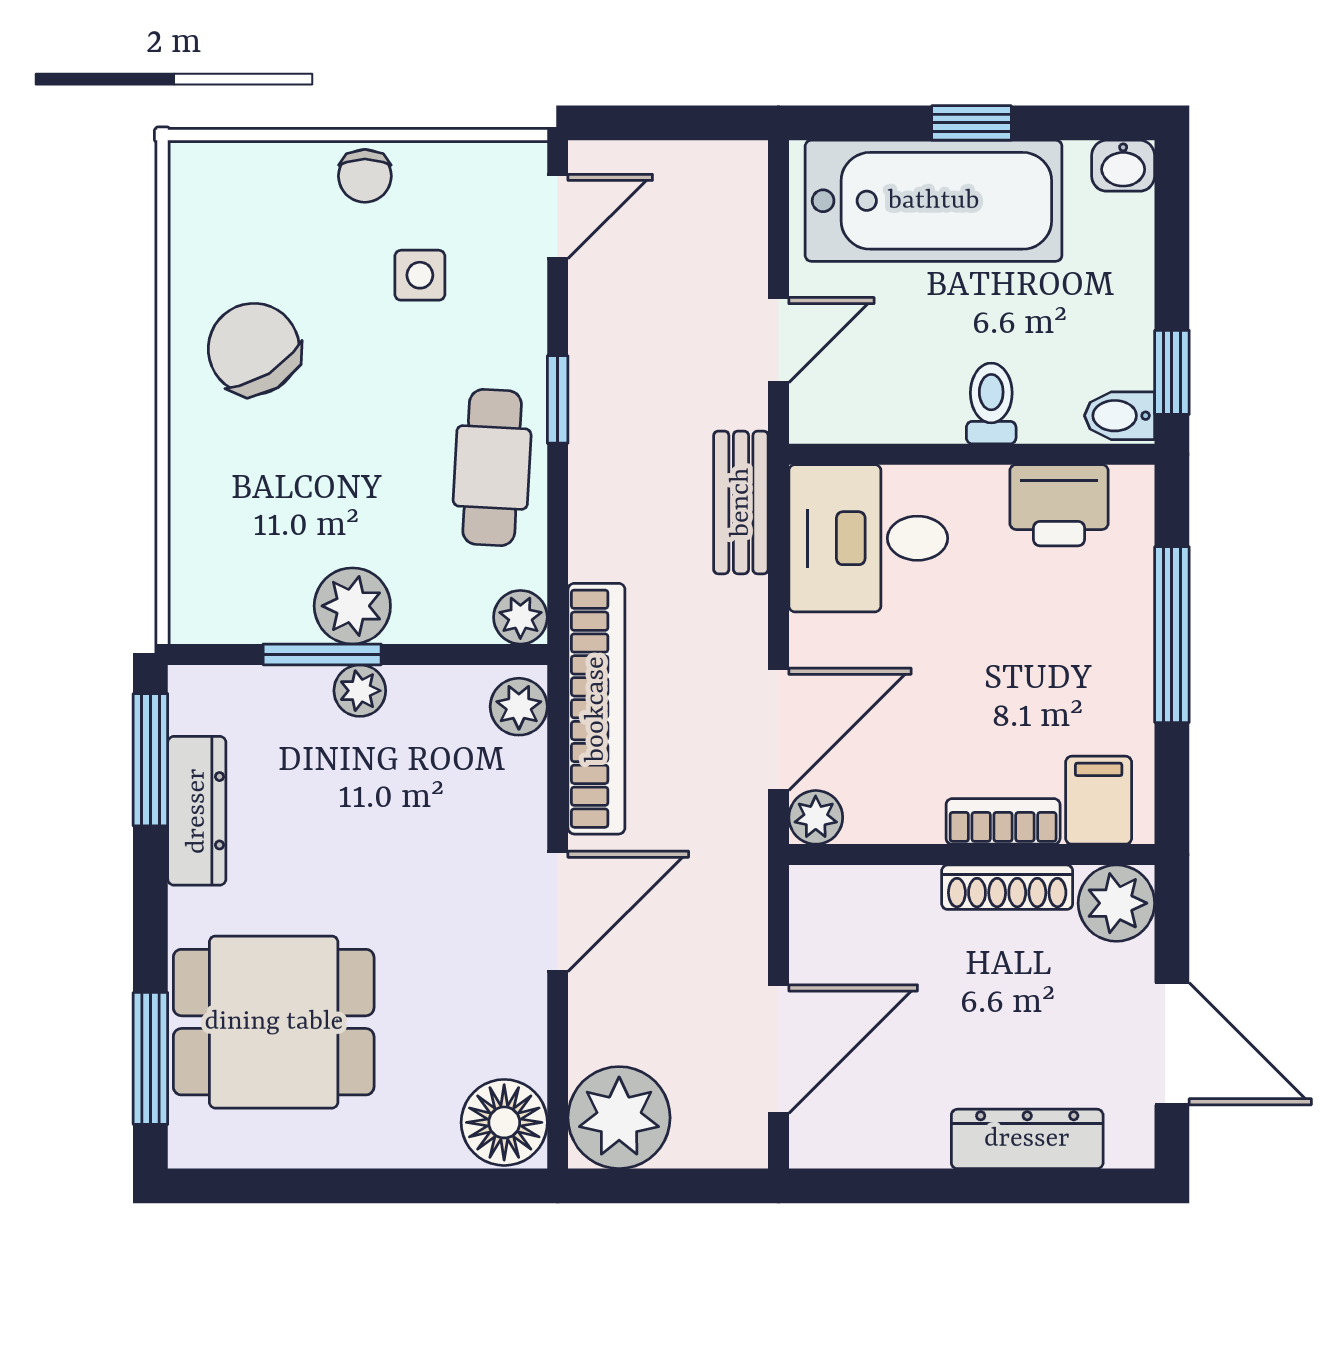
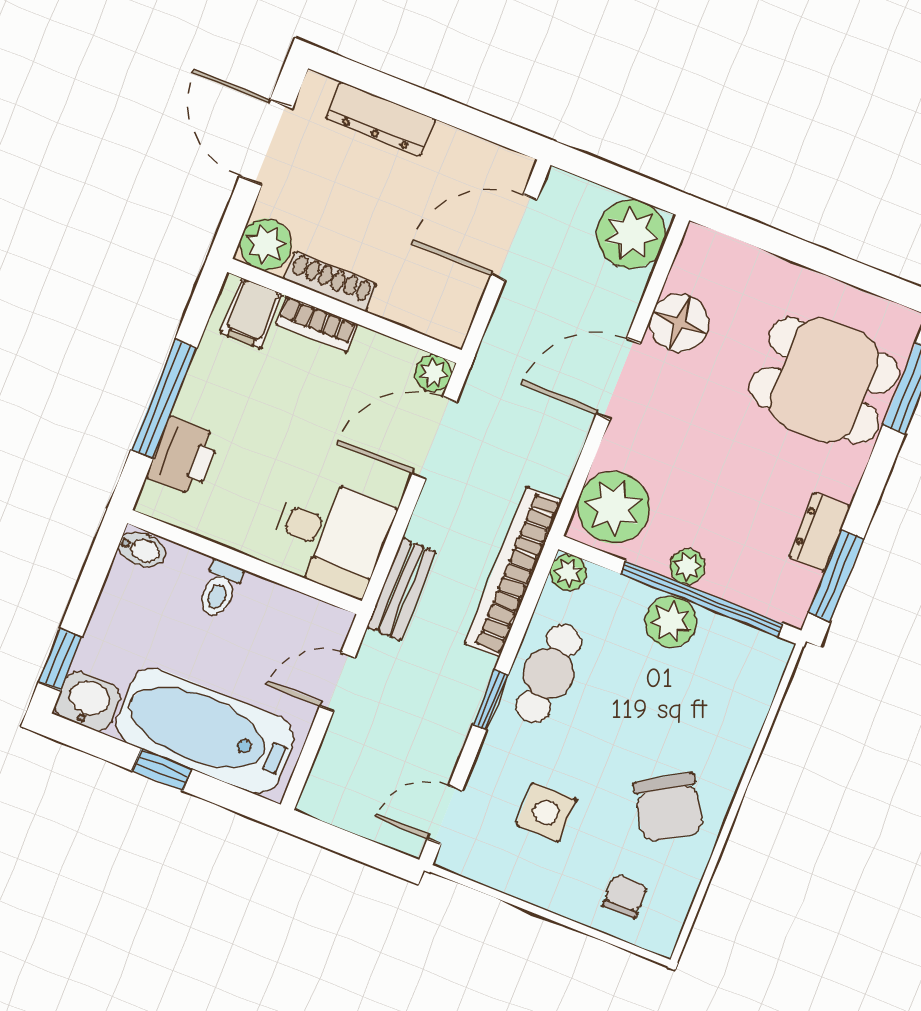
washbasin: (1123, 166) -> (88, 701), width x1.38, depth x1.45
chair: (365, 176) -> (625, 896), moved
side table: (420, 275) -> (546, 812), width x1.37, depth x1.37
window: (1172, 372) -> (60, 659), moved
printer: (1059, 505) -> (183, 456), moved, turned 90
window: (322, 654) -> (702, 599), width x2.11
plant: (519, 707) -> (614, 507), width x1.87, depth x1.87
bookcase: (596, 709) -> (513, 572), moved
dresser: (197, 811) -> (820, 532), width x0.70
floor lamp: (504, 1122) -> (679, 323), moved

